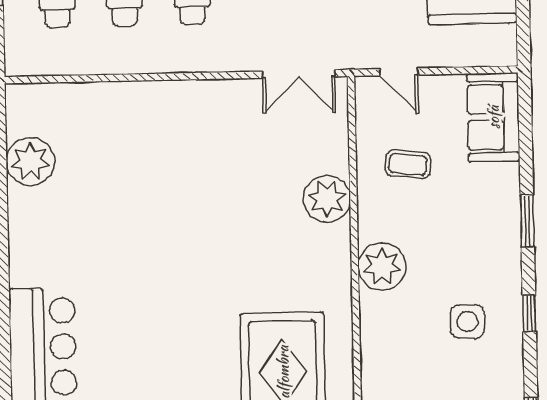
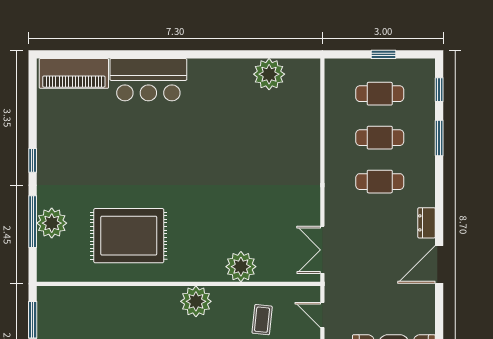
door: (399, 72) -> (322, 315), hinge flipped

